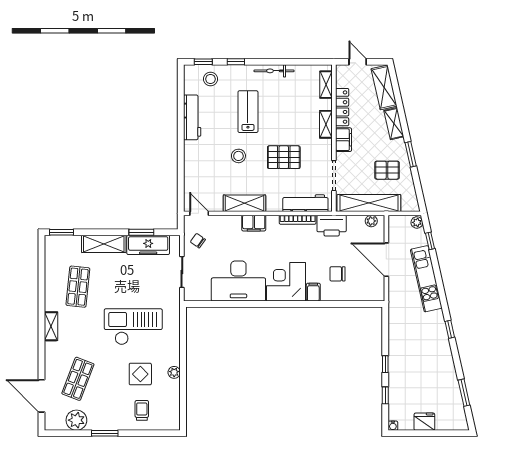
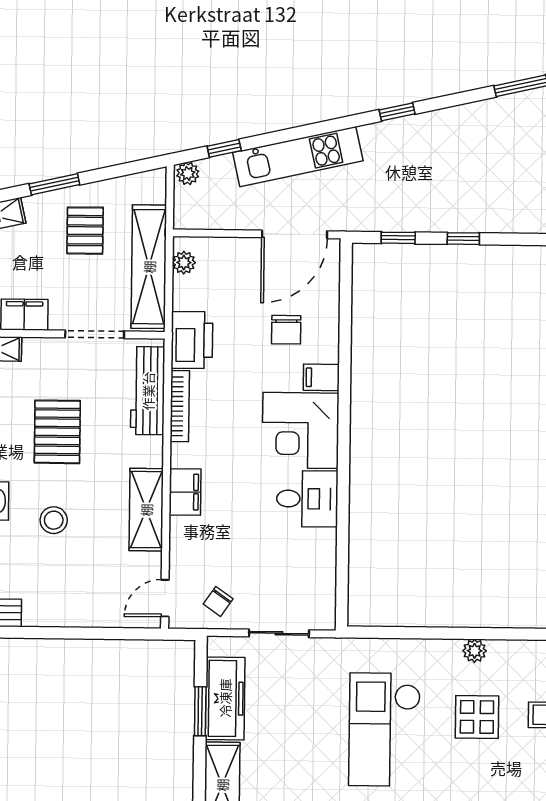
door: (386, 260) -> (295, 234), moved
desk: (238, 281) -> (307, 499), width x0.53, depth x0.77
window: (385, 395) -> (398, 238), moved

